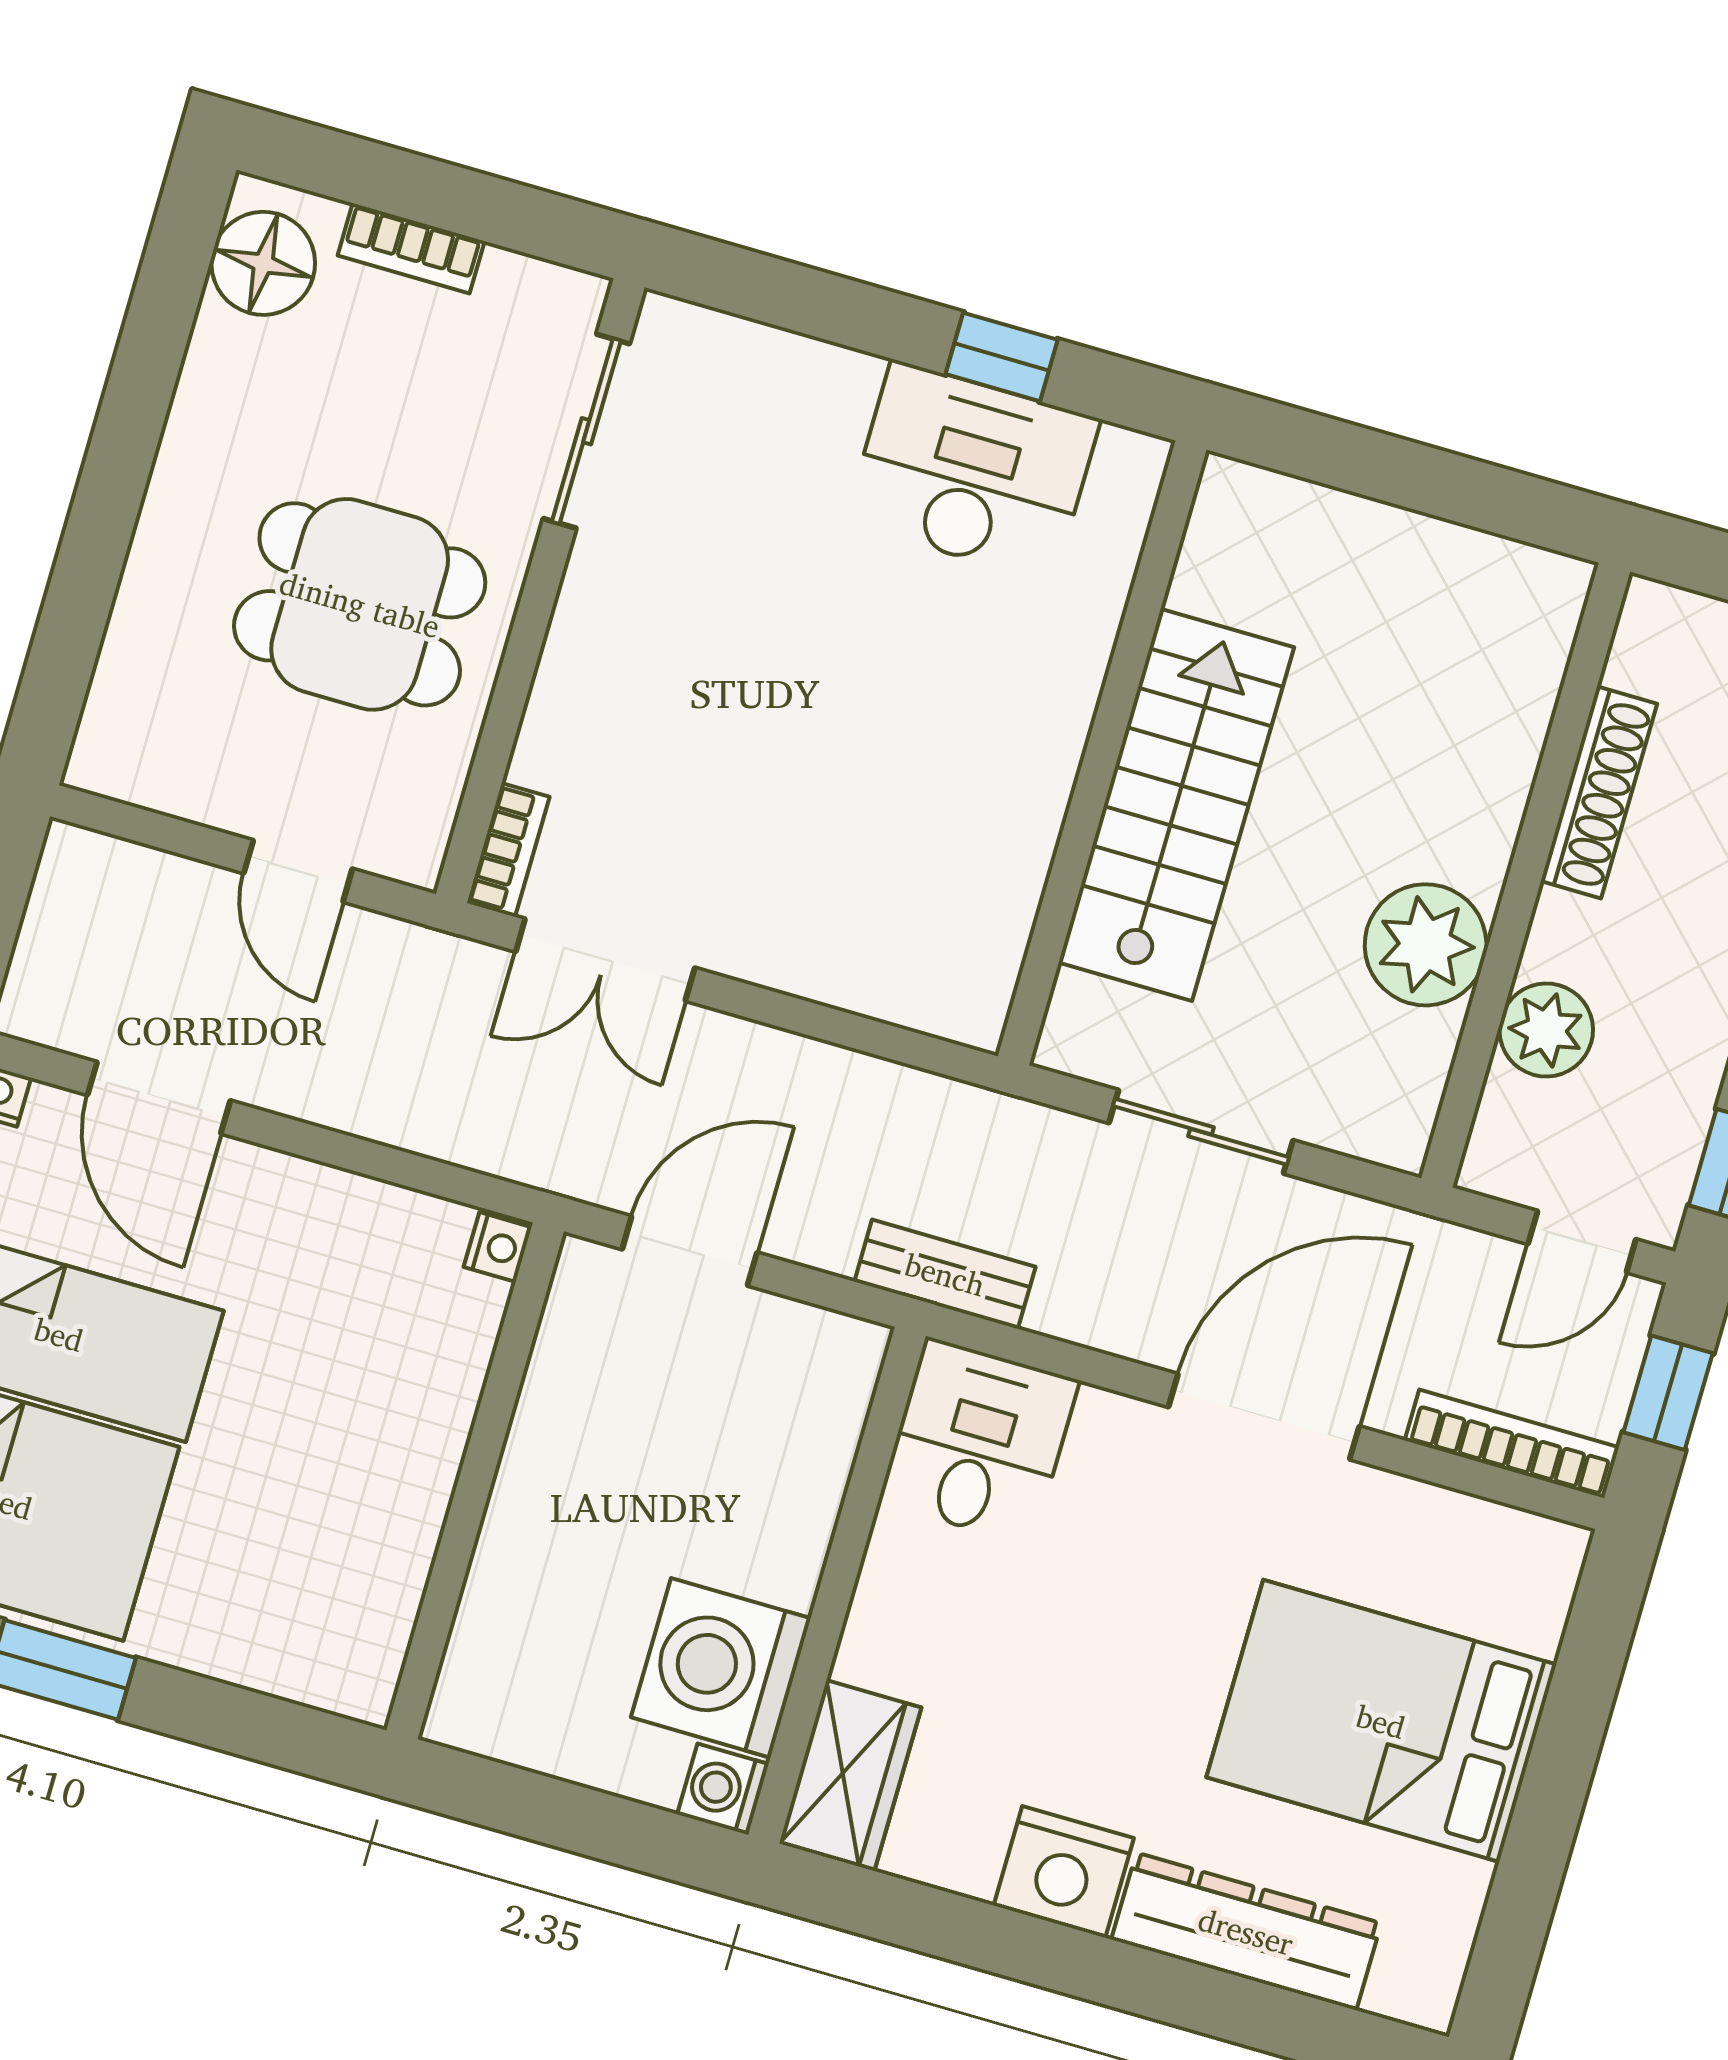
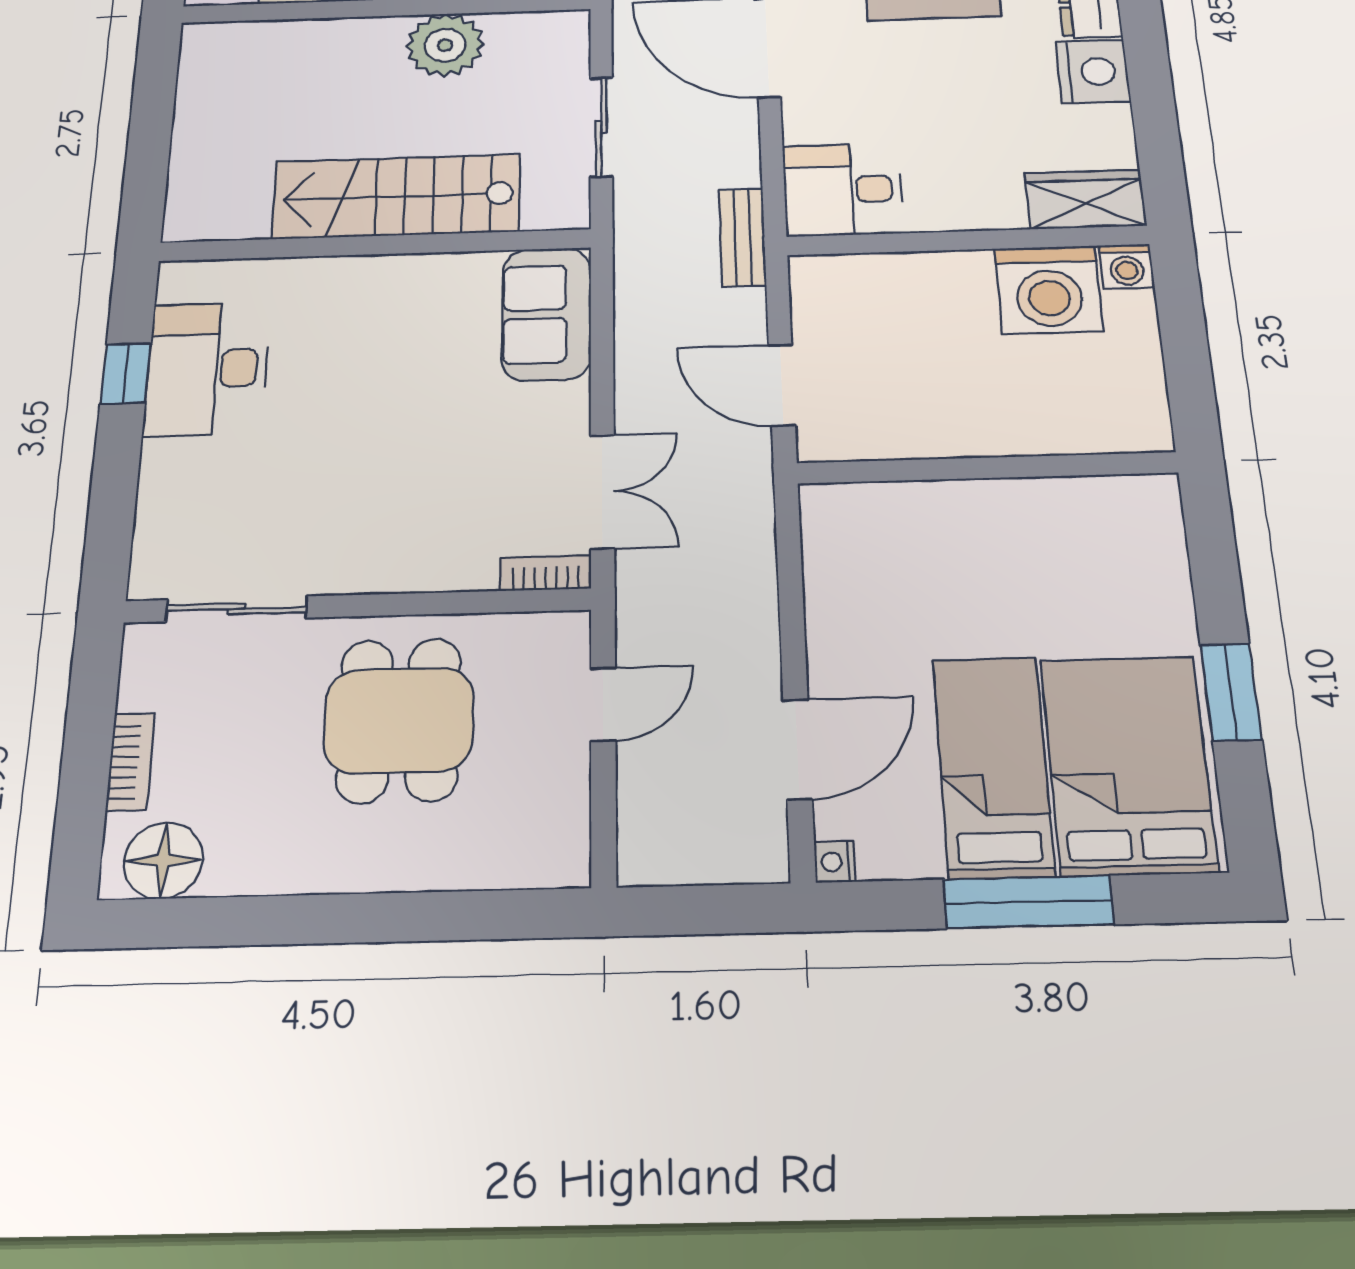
sofa: (909, 963) -> (546, 314), added
nightstand: (498, 1247) -> (822, 500), removed

